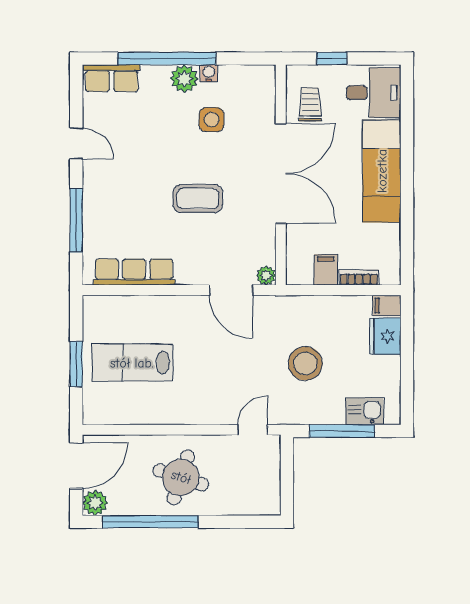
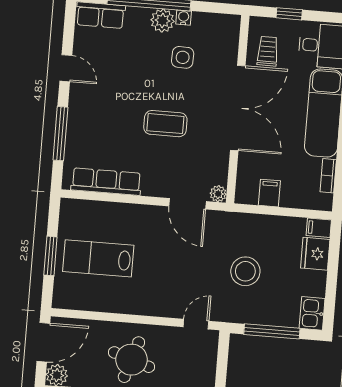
bookcase: (359, 277) -> (328, 176), moved, turned -90
kitchen sink: (365, 411) -> (312, 313), moved, turned -90

